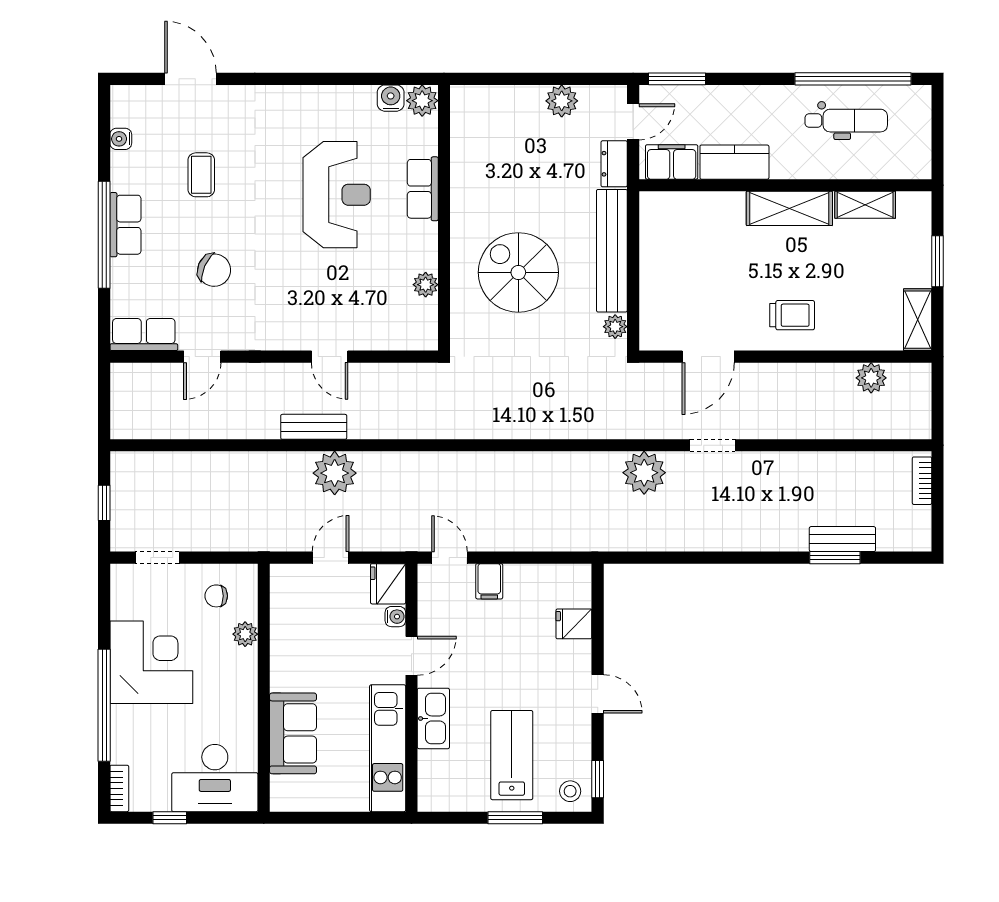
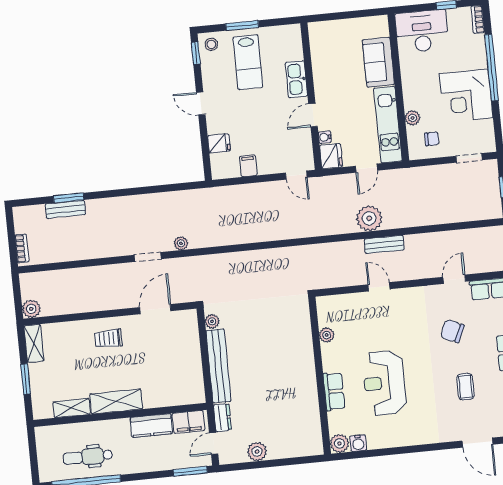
spiral stairs: (518, 272) -> (272, 348), removed
plant: (871, 378) -> (31, 309), moved
plant: (644, 473) -> (181, 243), width x0.53, depth x0.53
filing cabinet: (489, 581) -> (248, 166), moved
kitchen unit: (388, 748) -> (388, 125), moved, turned 180

